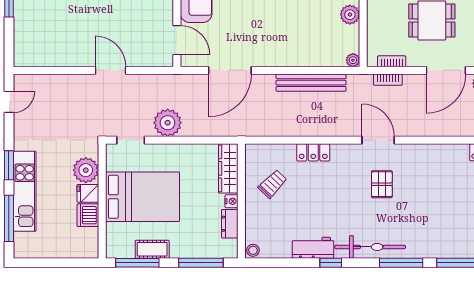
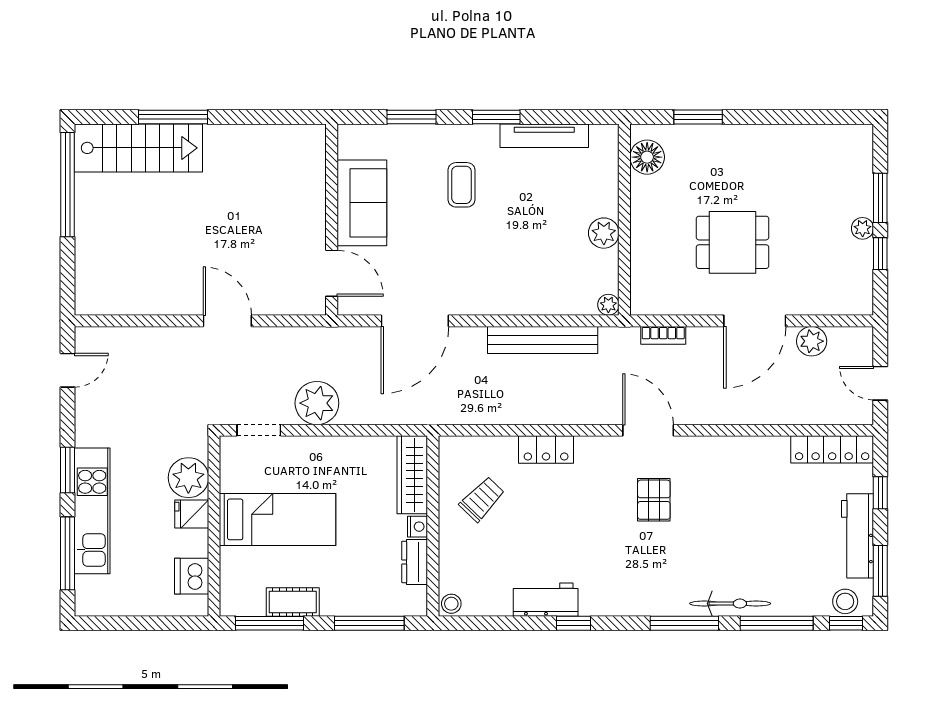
bookcase: (392, 61) -> (669, 307), removed
bed: (142, 197) -> (278, 519), width x0.67
dishwasher: (88, 215) -> (192, 576), moved
bicycle: (370, 247) -> (730, 604), moved, width x0.73, depth x0.71

